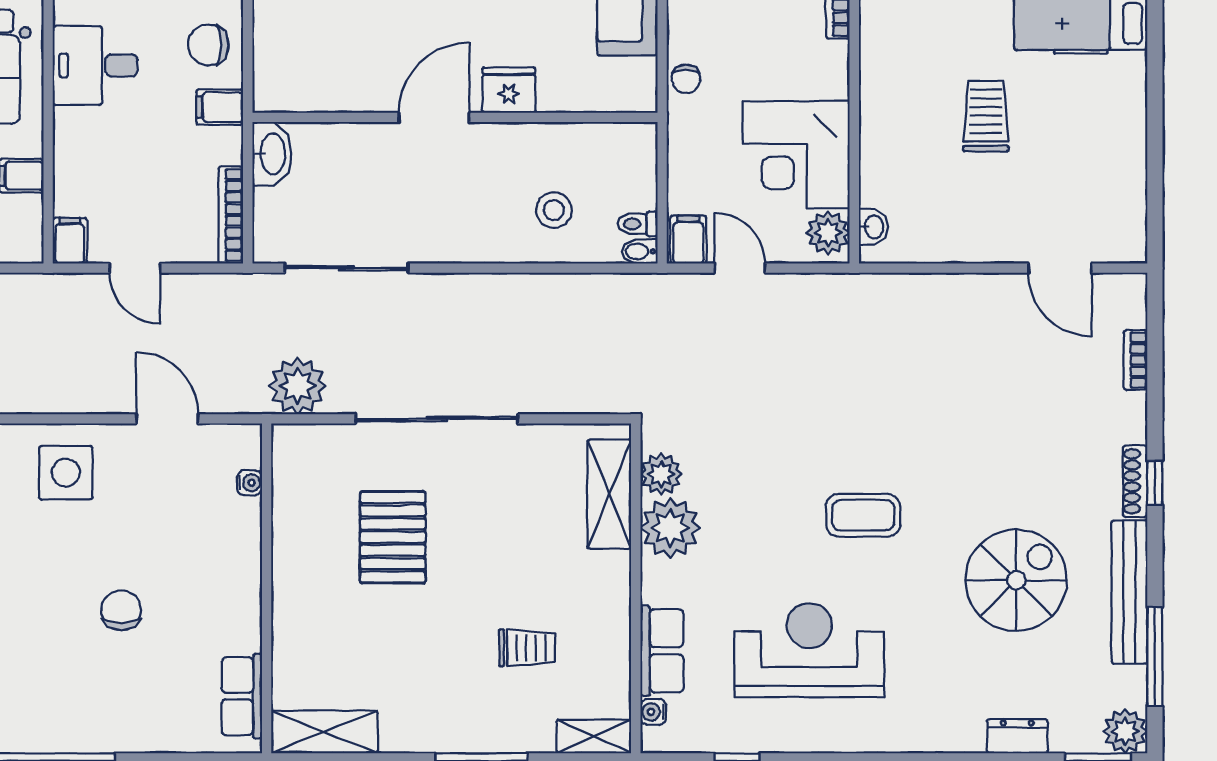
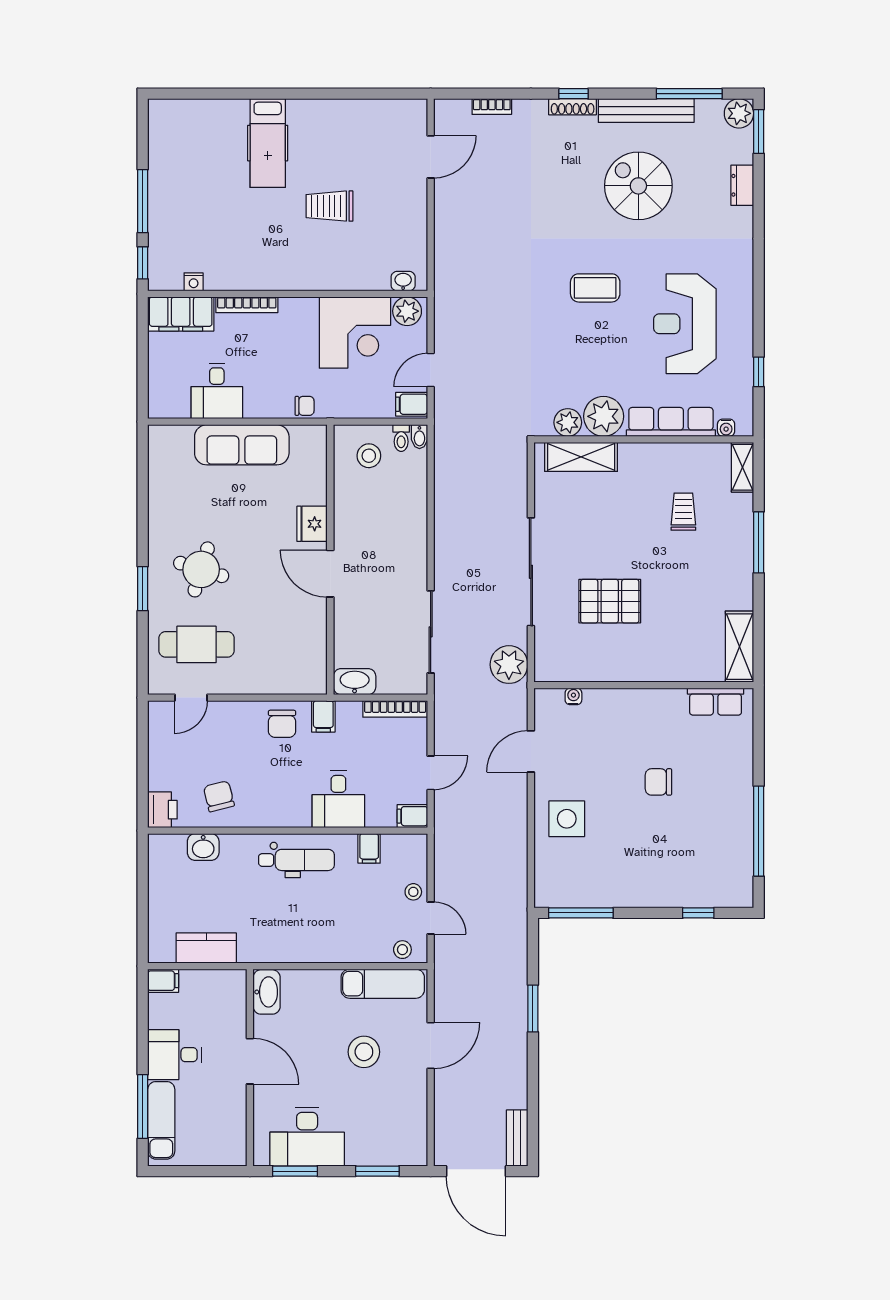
desk: (95, 65) -> (338, 799), moved
stool: (554, 210) -> (369, 456), moved
coffee table: (863, 515) -> (595, 288), turned 90
row of seats: (662, 651) -> (671, 422), width x1.48

